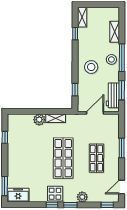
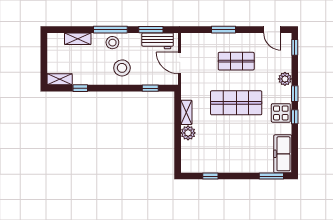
freezer: (18, 195) -> (283, 154), width x1.40

